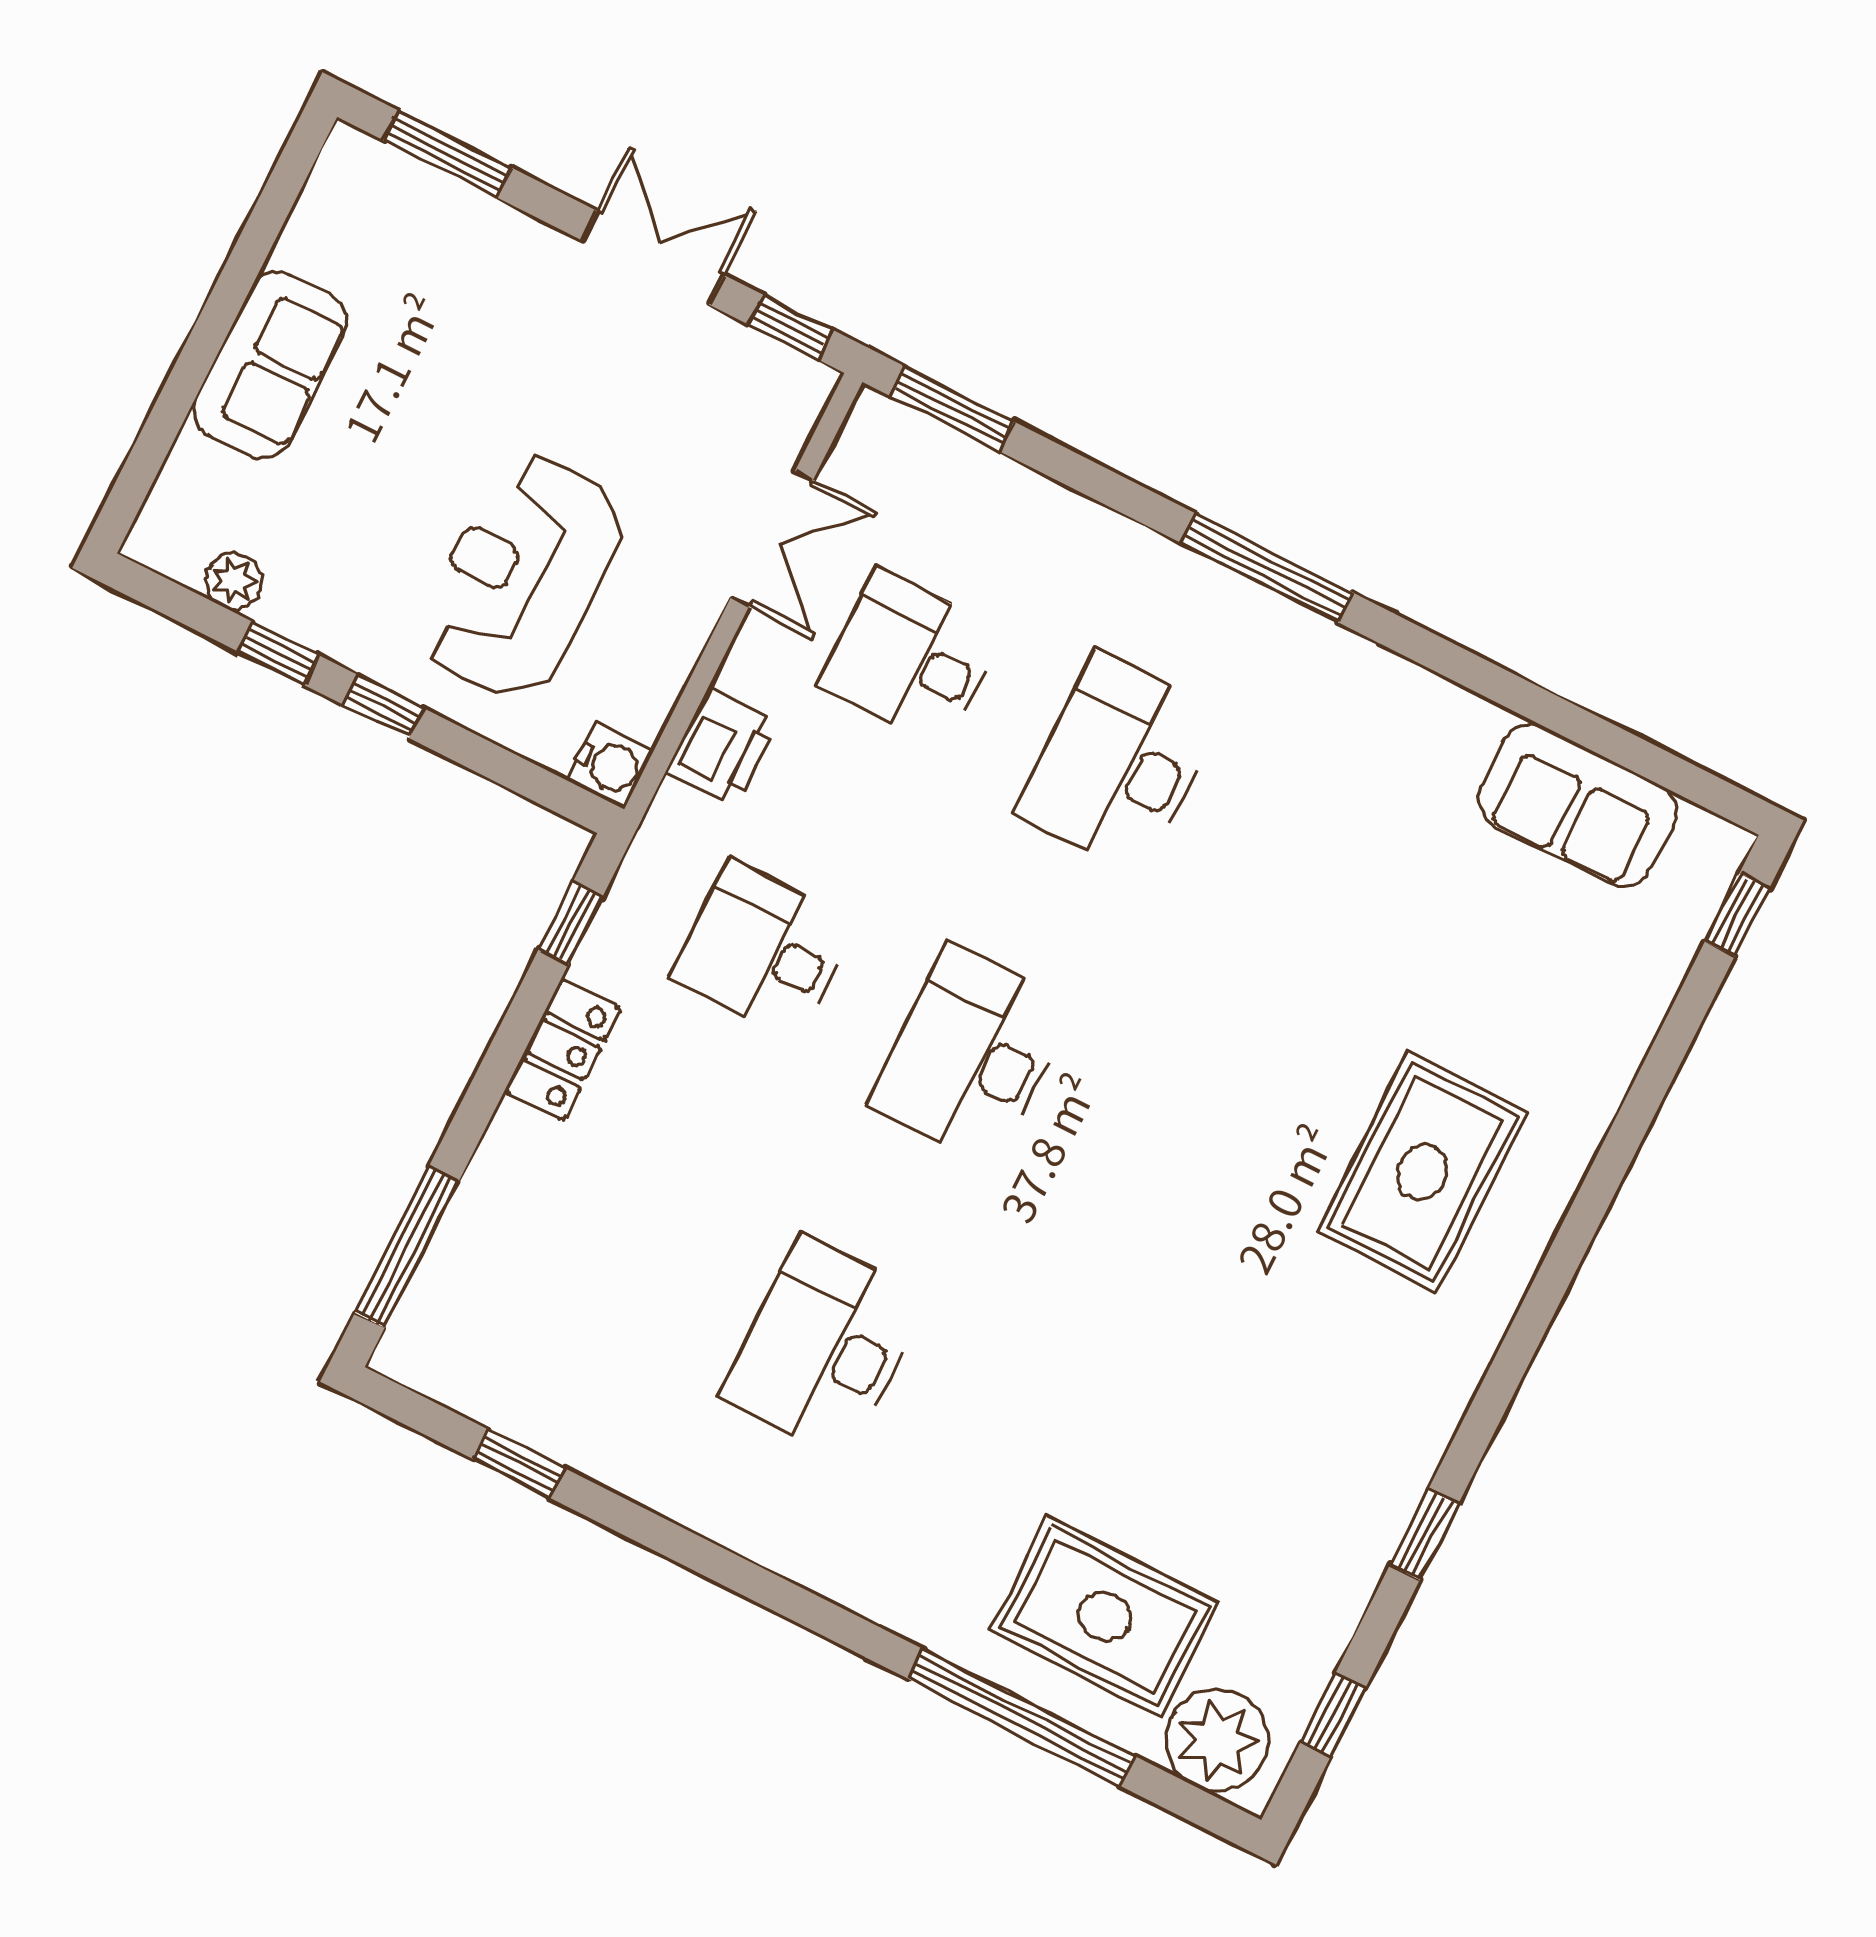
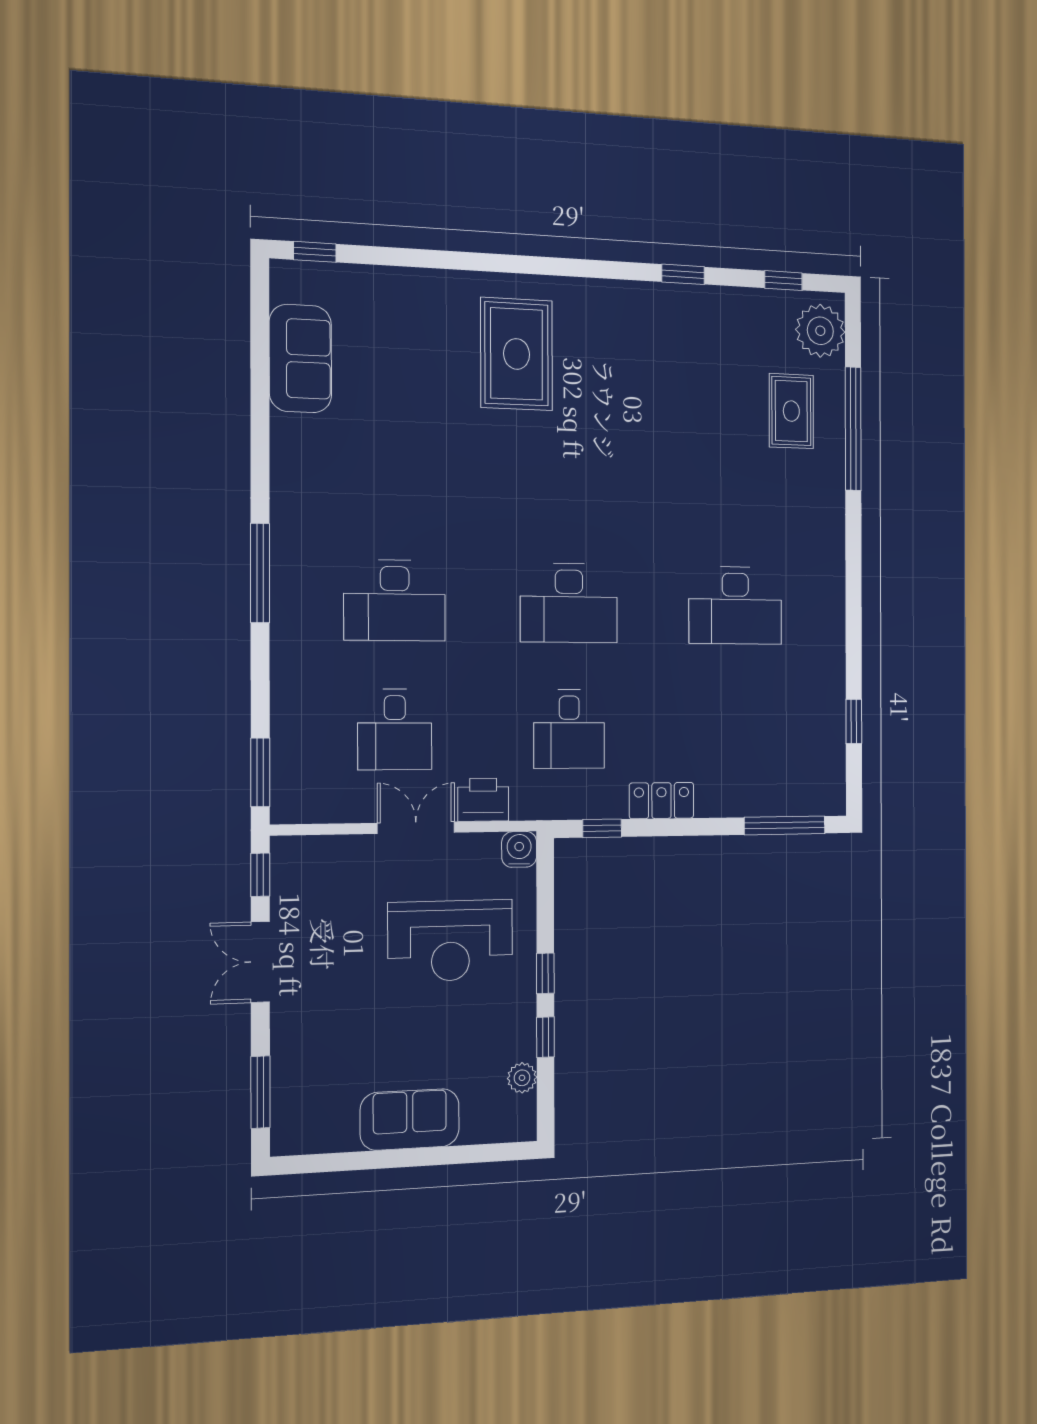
double door: (772, 539) -> (416, 828), moved
rug: (1422, 1172) -> (517, 354), turned 90
rug: (1104, 1617) -> (791, 411), width x0.73, depth x0.70

